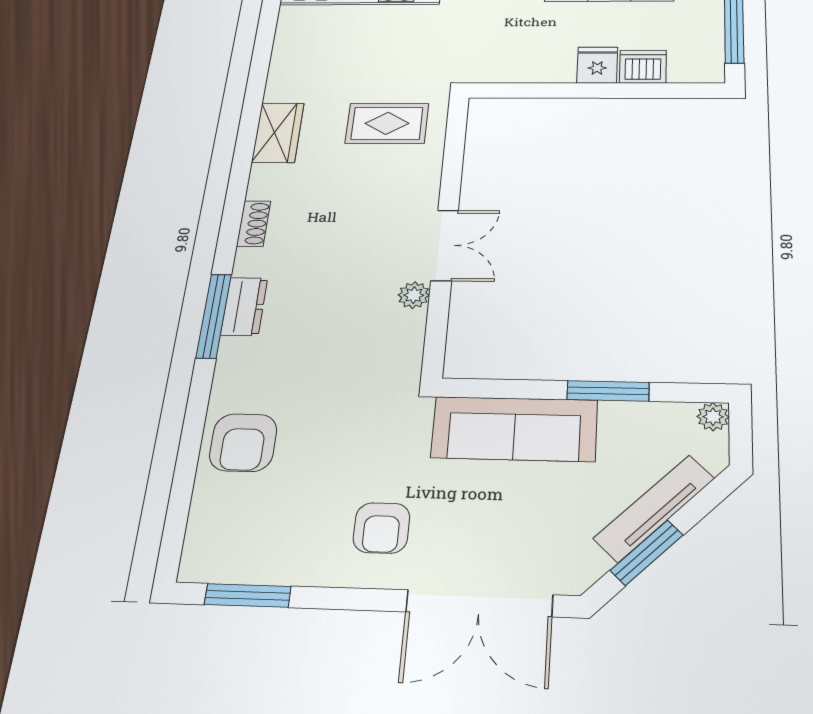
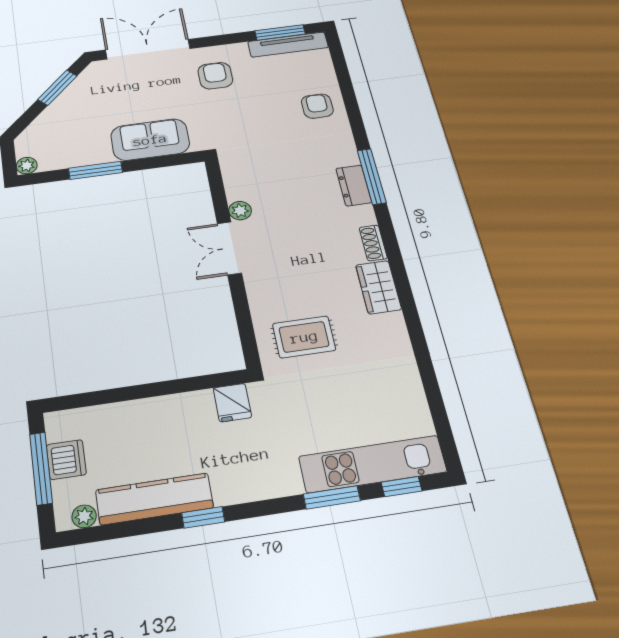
fridge: (597, 65) -> (232, 403), moved
dishwasher: (643, 67) -> (66, 460), moved, turned -90
wardrobe: (278, 133) -> (379, 287), moved
sofa: (514, 429) -> (150, 140), width x0.73
armchair: (243, 443) -> (317, 106), width x0.72, depth x0.72
tv unit: (654, 508) -> (288, 45), moved, turned 45

